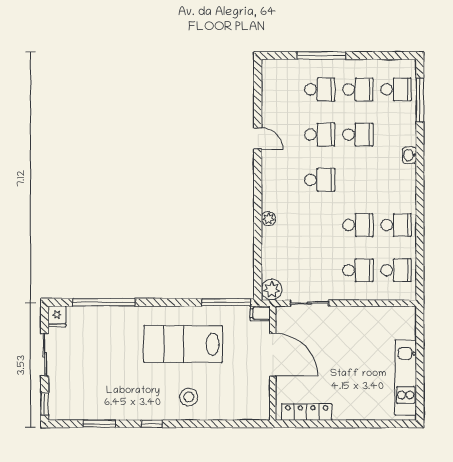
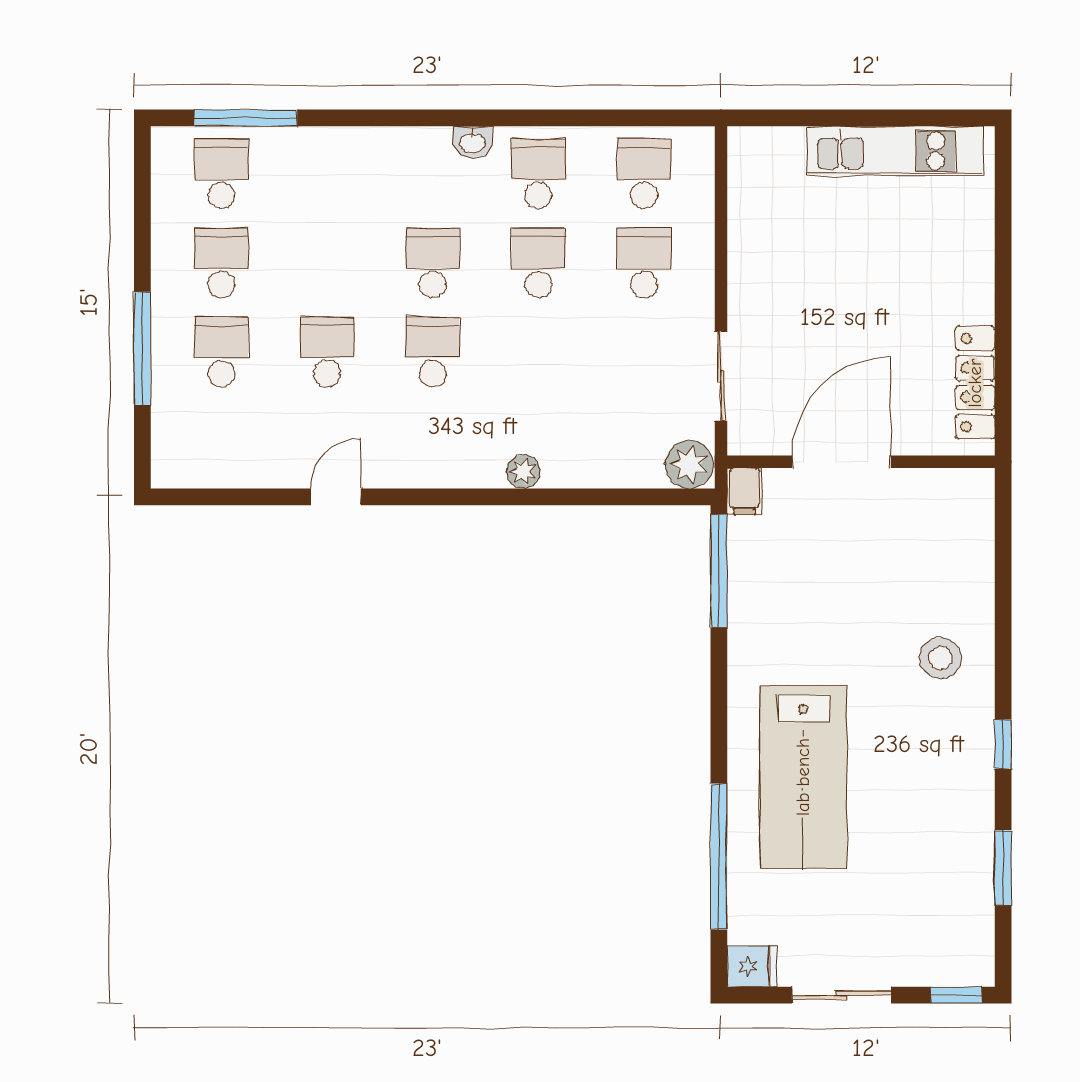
school desk: (358, 135) -> (433, 263), moved
washbasin: (409, 155) -> (473, 142), moved
lab bench: (183, 344) -> (803, 777), moved

